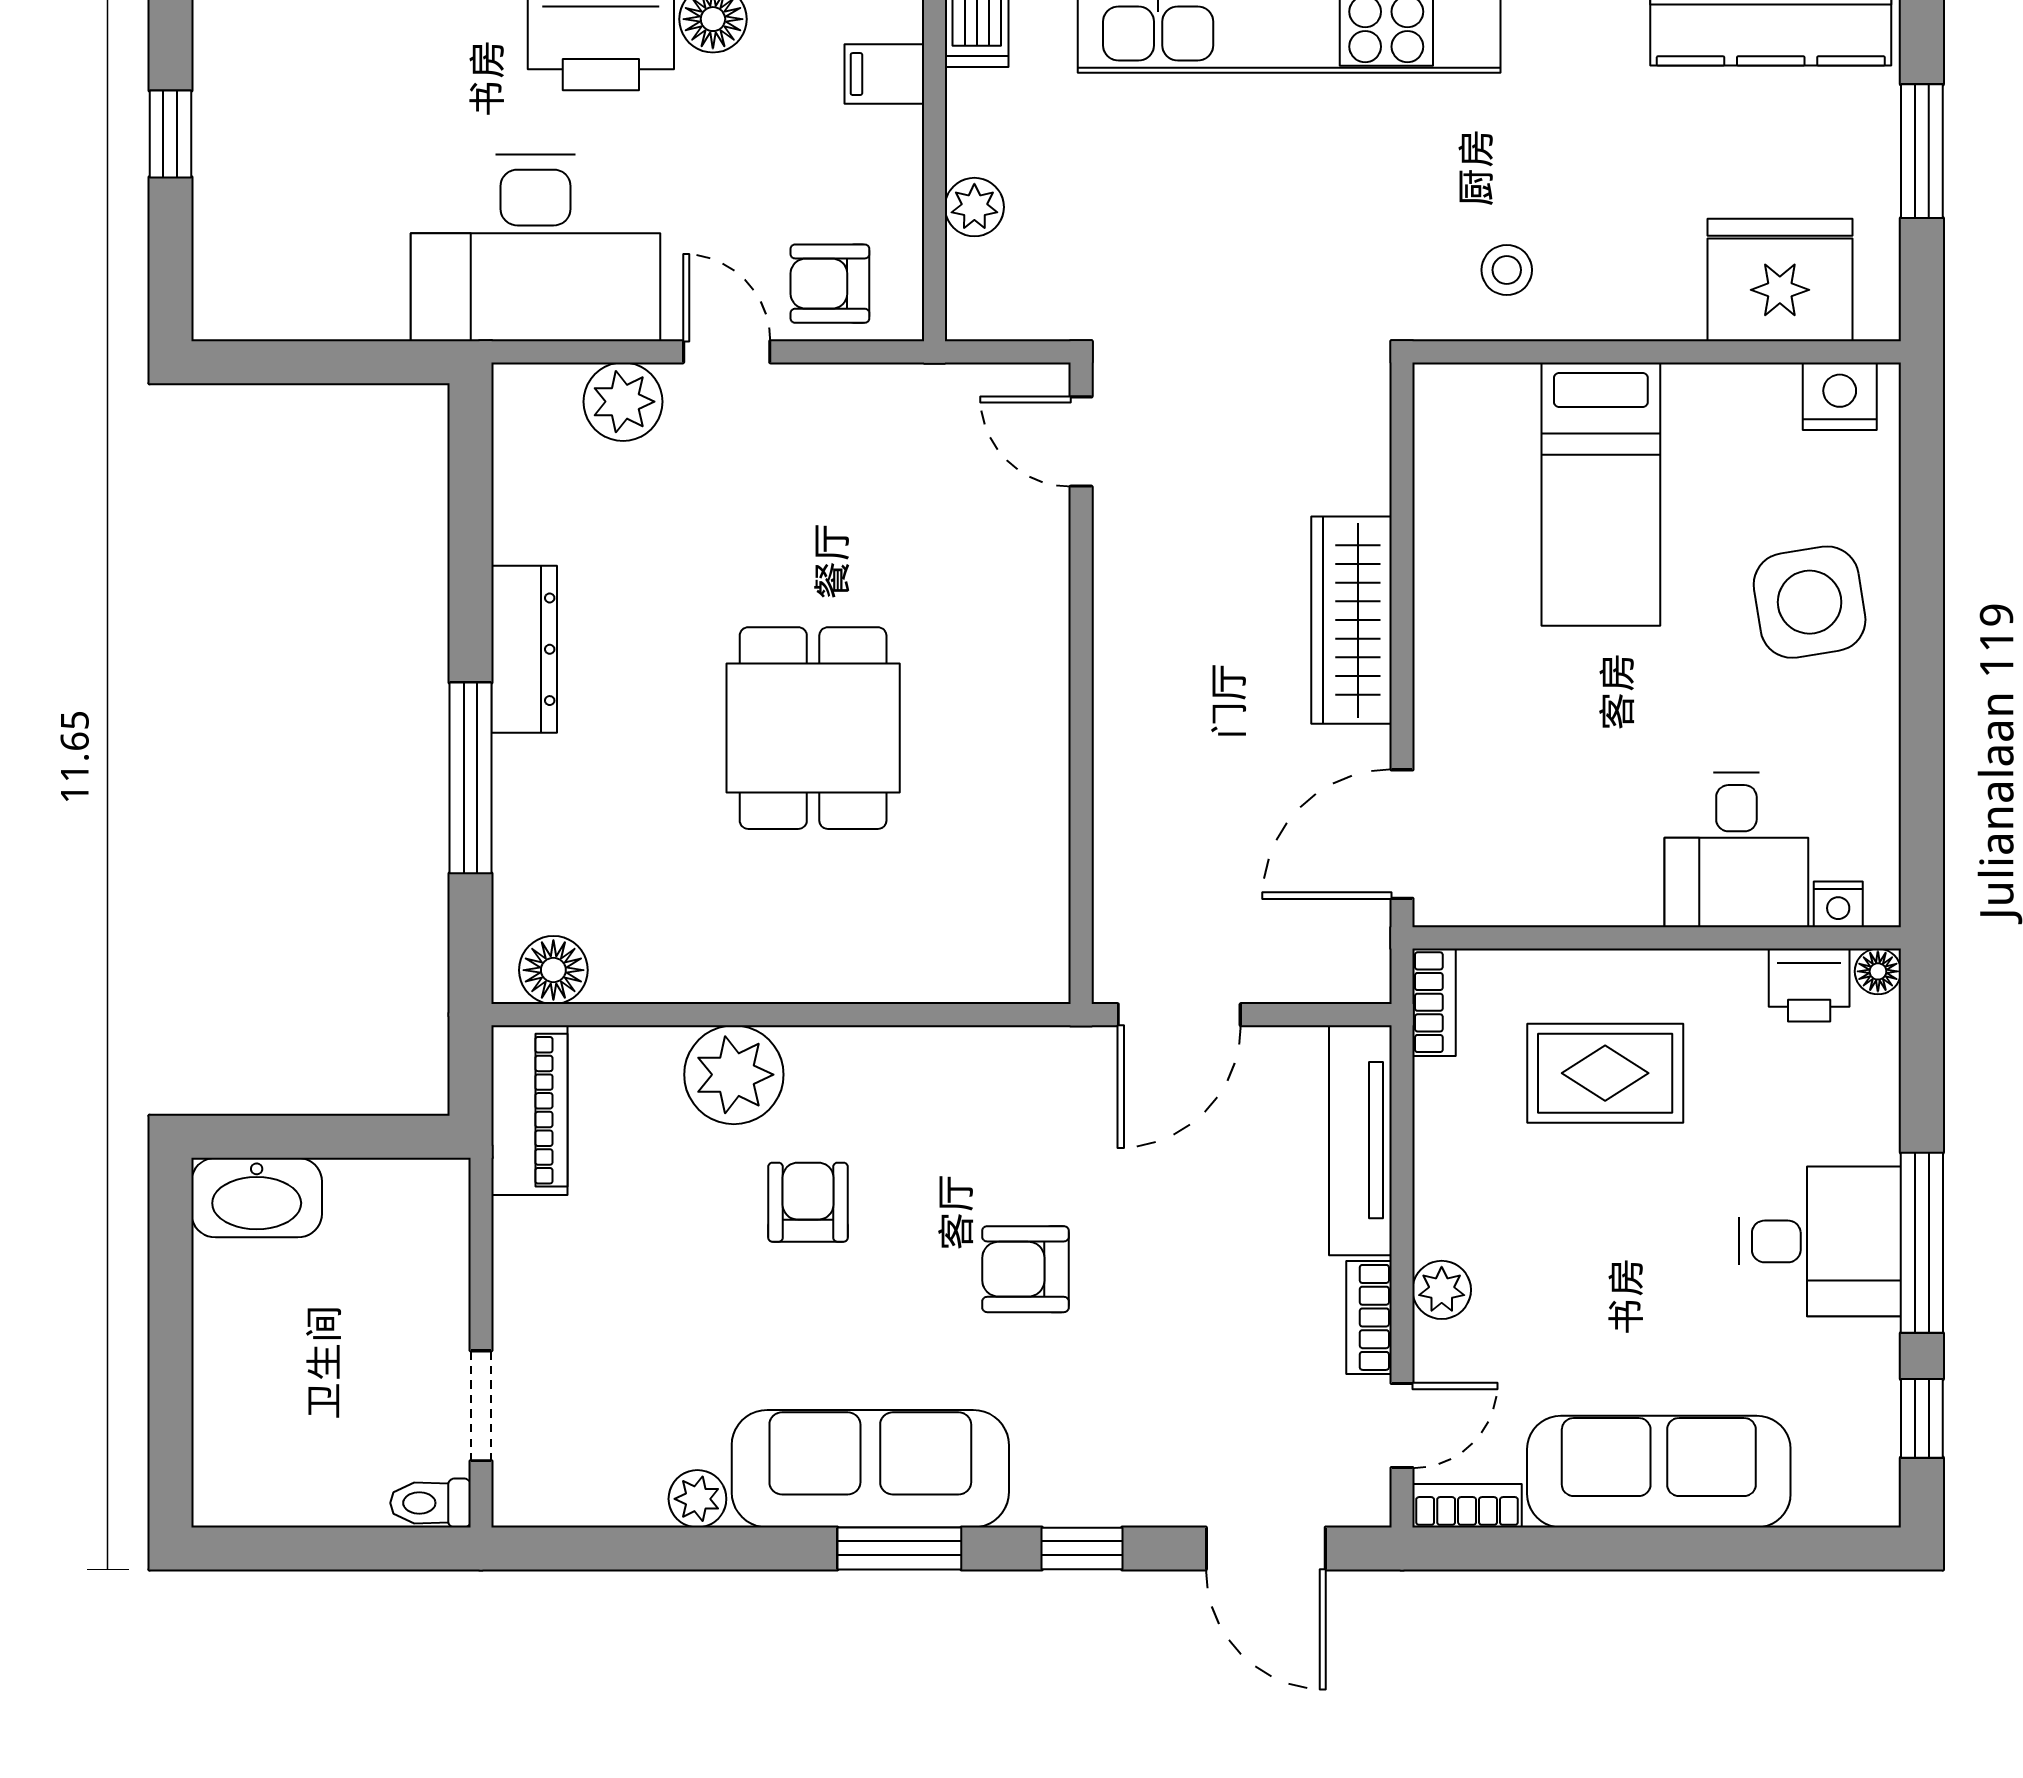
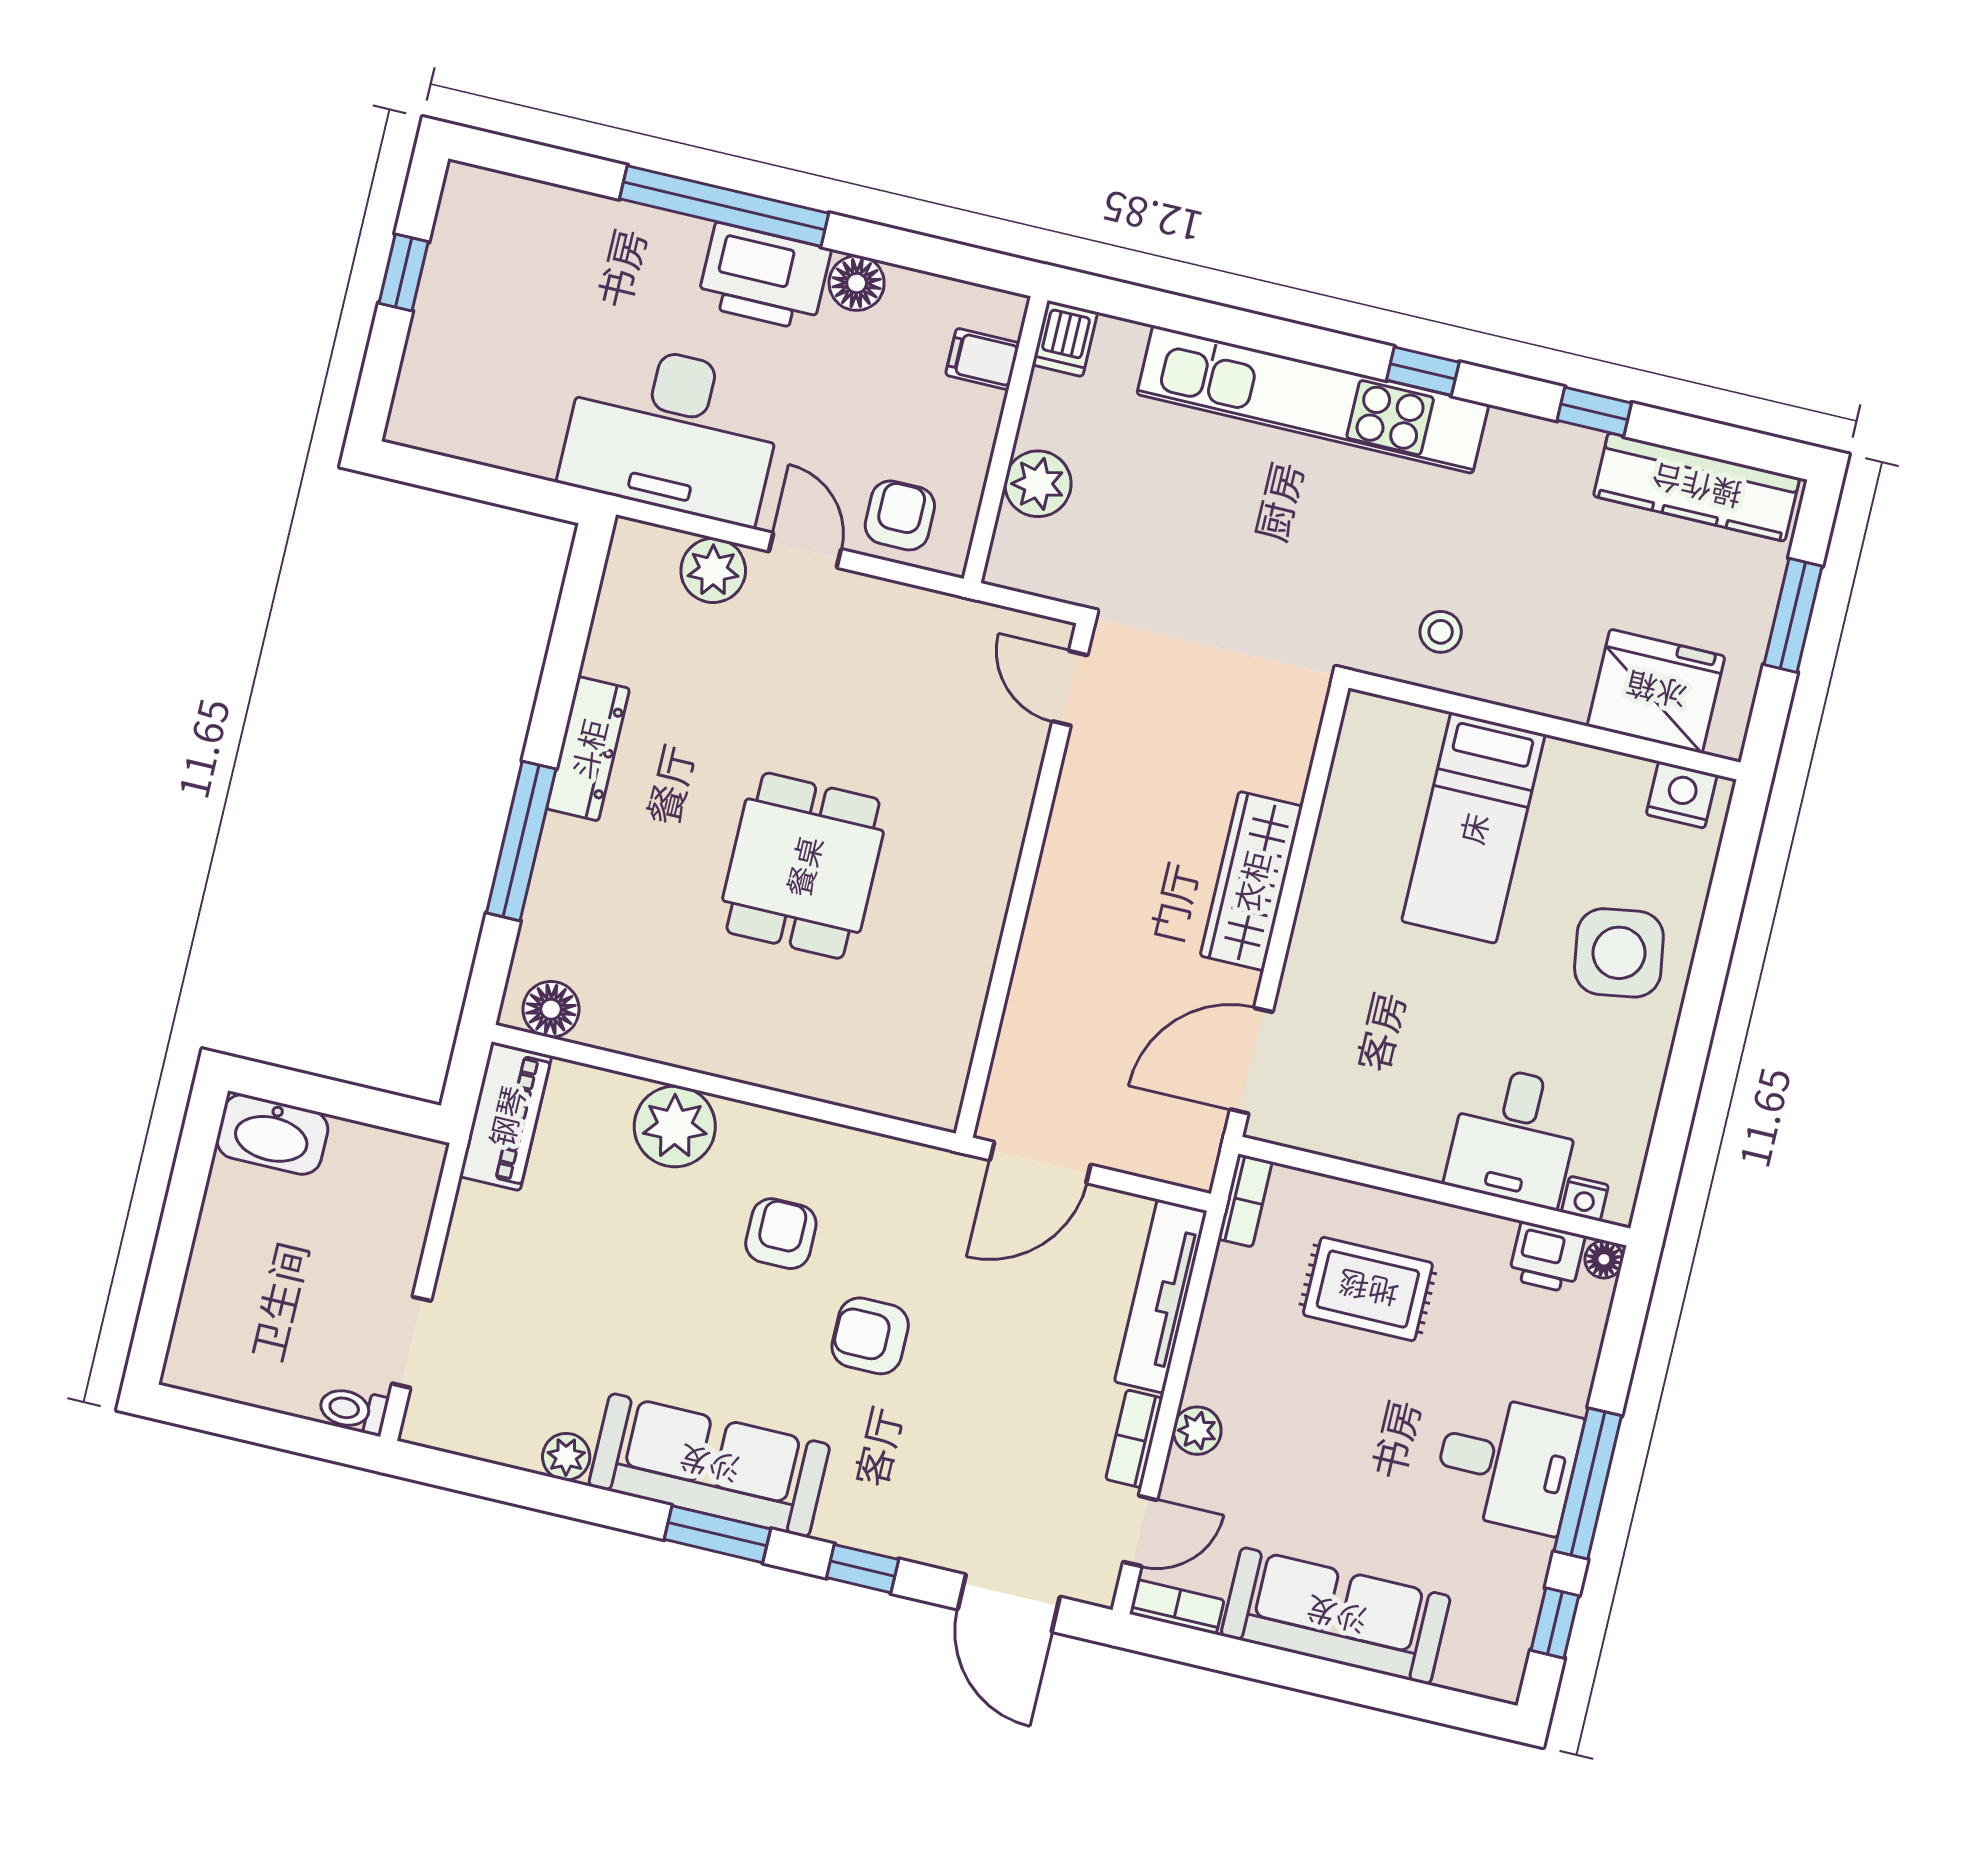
plant: (974, 207) -> (1038, 484), width x1.38, depth x1.38
armchair: (830, 284) -> (900, 515), turned 90
armchair: (808, 1202) -> (781, 1234), moved

